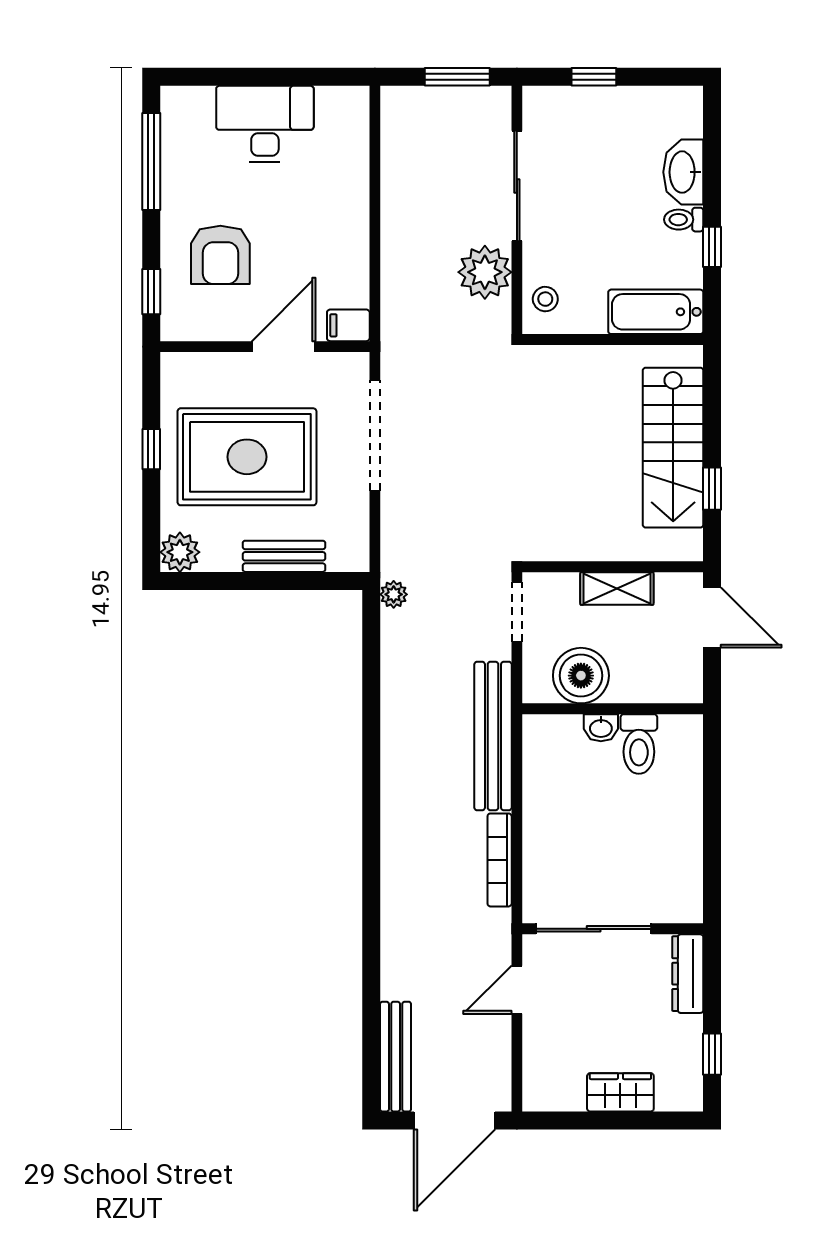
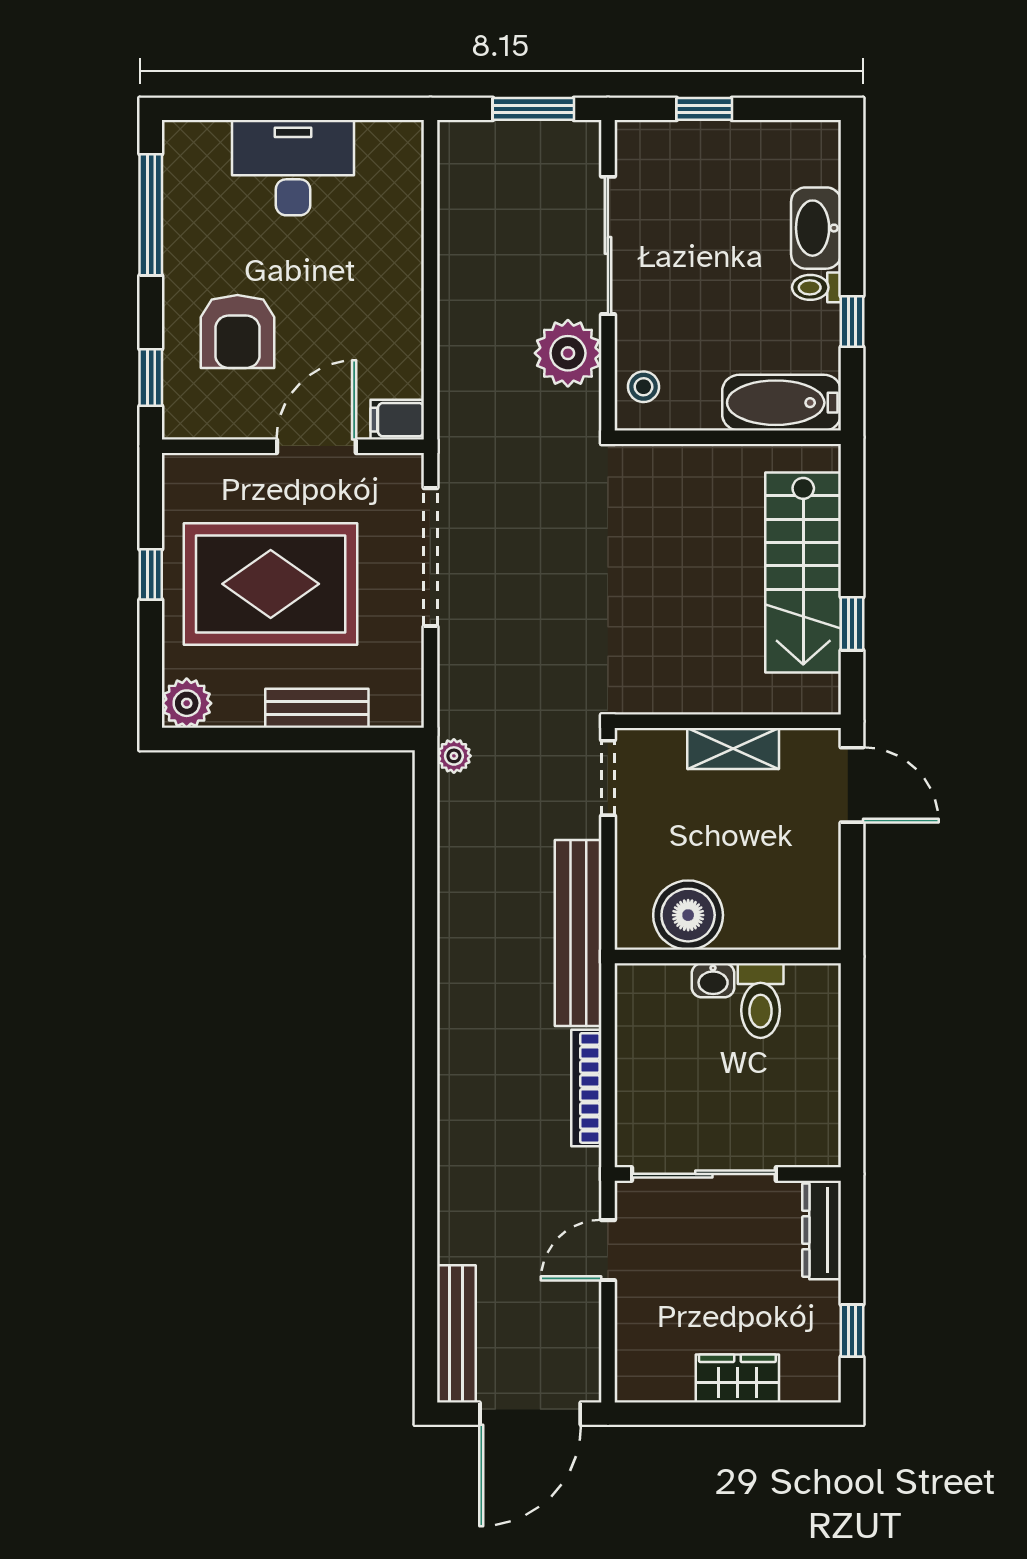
boiler: (581, 676) -> (688, 915), moved
wall: (613, 709) -> (728, 957), moved
washbasin: (601, 728) -> (713, 980), moved
toilet: (639, 744) -> (761, 1001), moved

